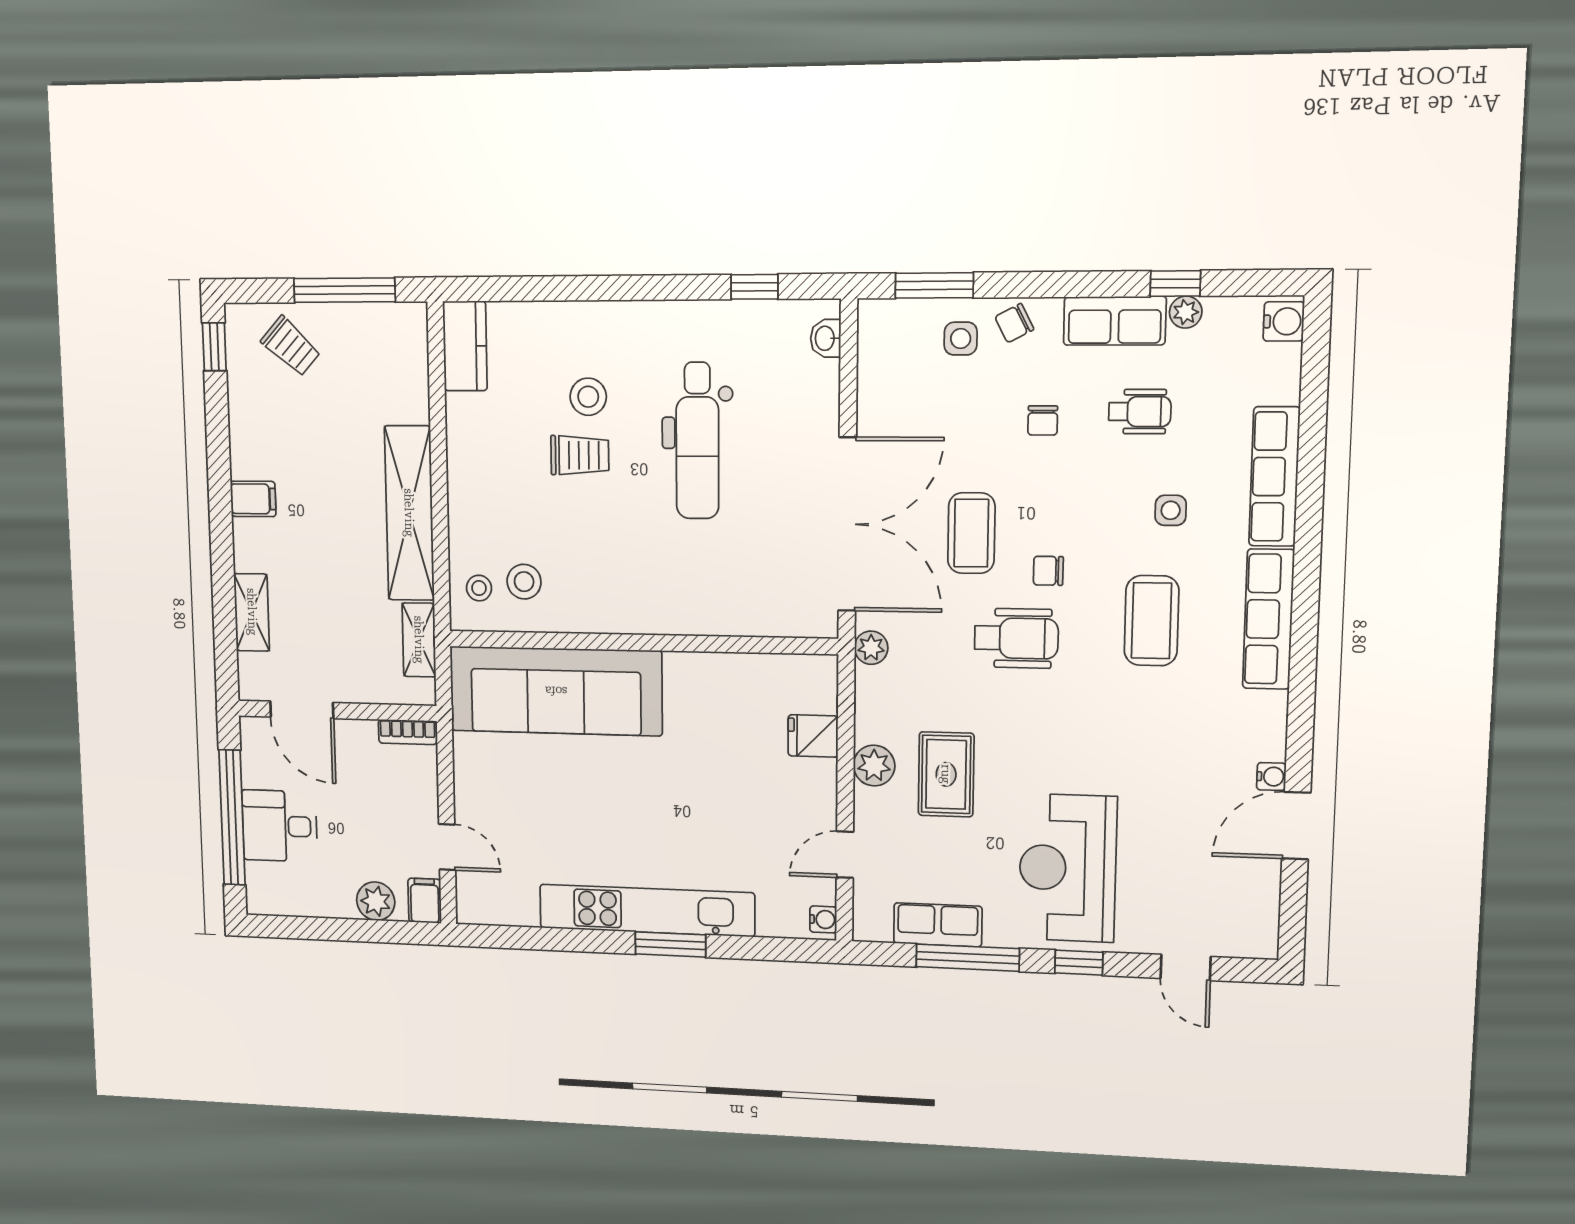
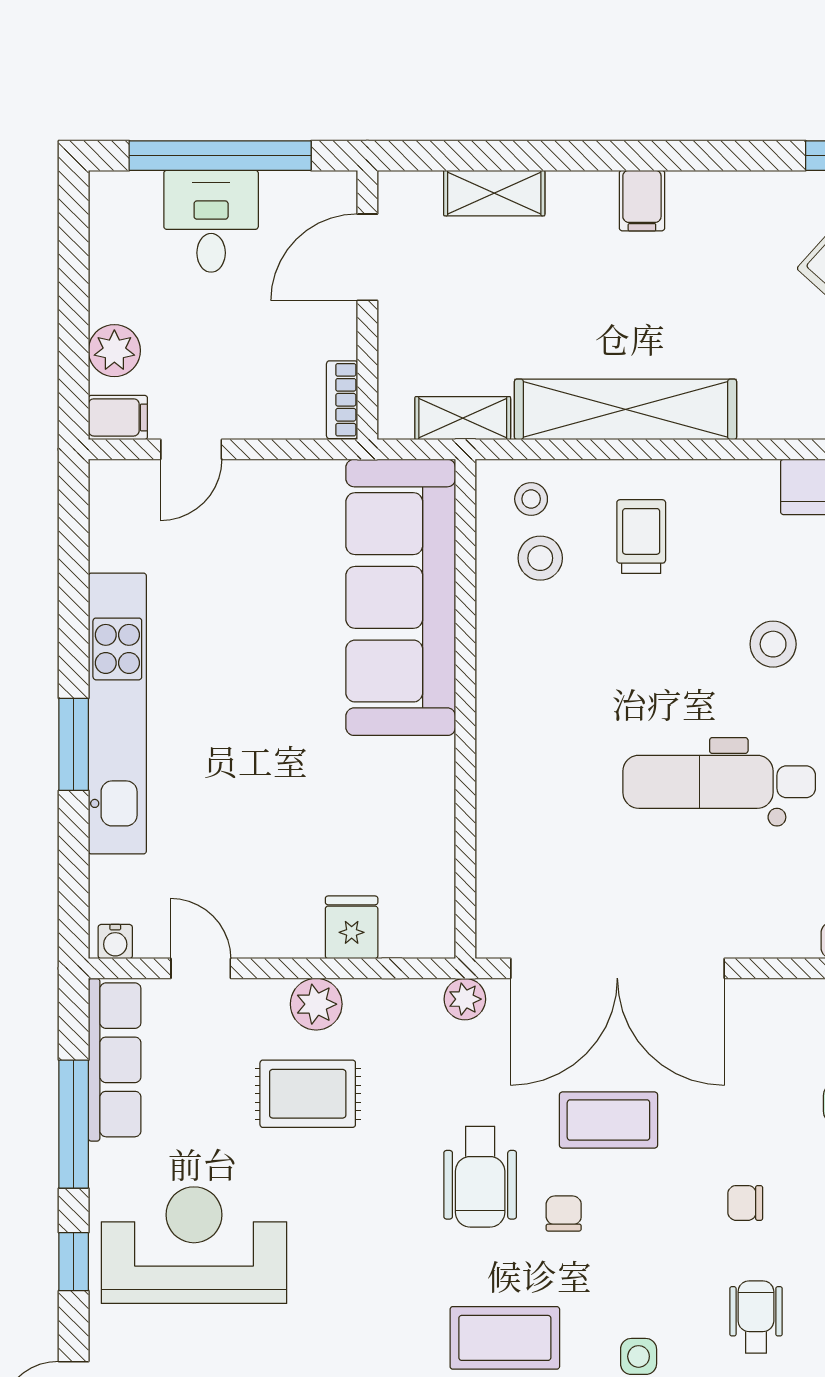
wheelchair: (1140, 412) -> (756, 1317), turned 180
trolley: (580, 455) -> (641, 537), moved, turned 180
row of seats: (938, 925) -> (115, 1060), width x1.48

